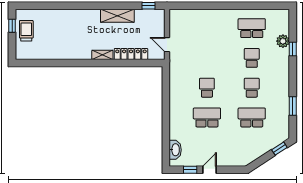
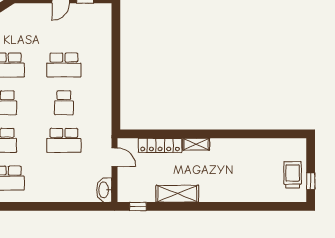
trolley: (26, 31) -> (293, 175), turned 180
school desk: (207, 58) -> (64, 140), added
washbasin: (175, 150) -> (104, 190), moved

